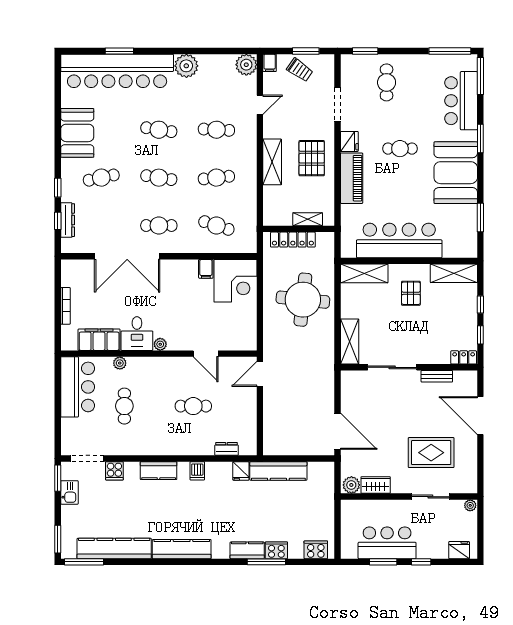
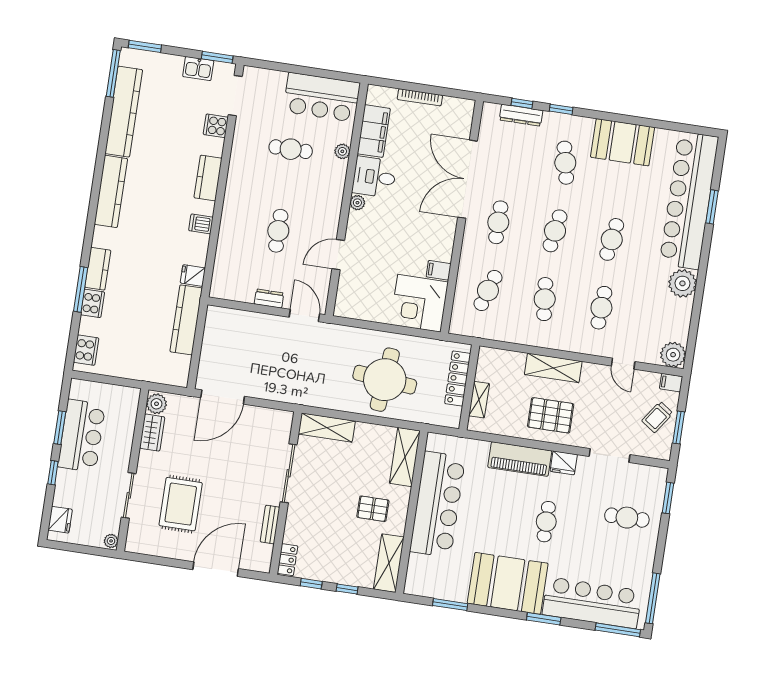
bar counter: (461, 101) -> (592, 603), width x1.36
dresser: (227, 449) -> (269, 299), moved, turned -90

